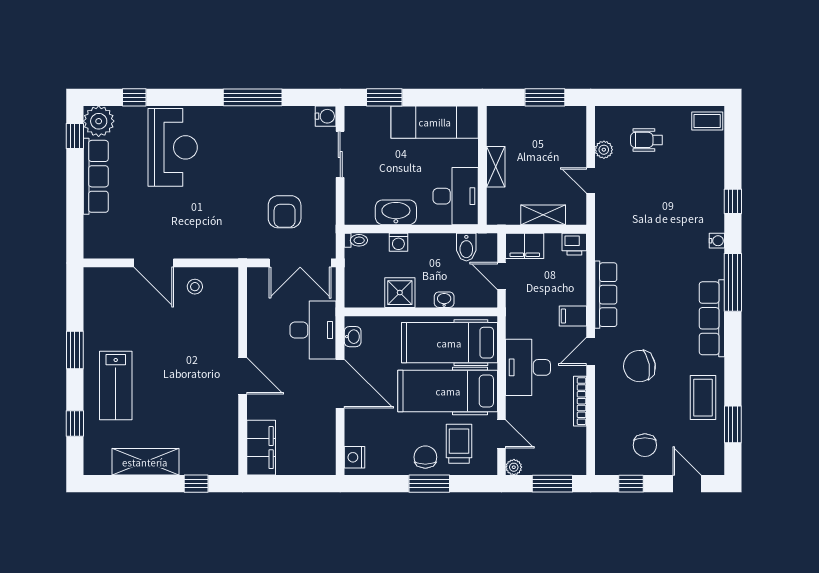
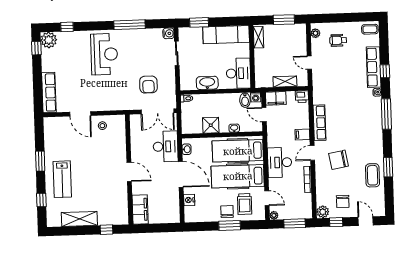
reception desk: (173, 147) -> (104, 54), moved
plant: (604, 150) -> (315, 33), moved
shelving: (496, 167) -> (258, 37), moved
row of seats: (96, 176) -> (49, 93), moved
washing machine: (398, 242) -> (256, 97), moved
row of seats: (712, 318) -> (374, 67), moved
window: (733, 424) -> (388, 167), moved
trolley: (459, 444) -> (245, 204), turned 180
nightstand: (354, 457) -> (189, 200), moved
plant: (607, 464) -> (323, 212), added

